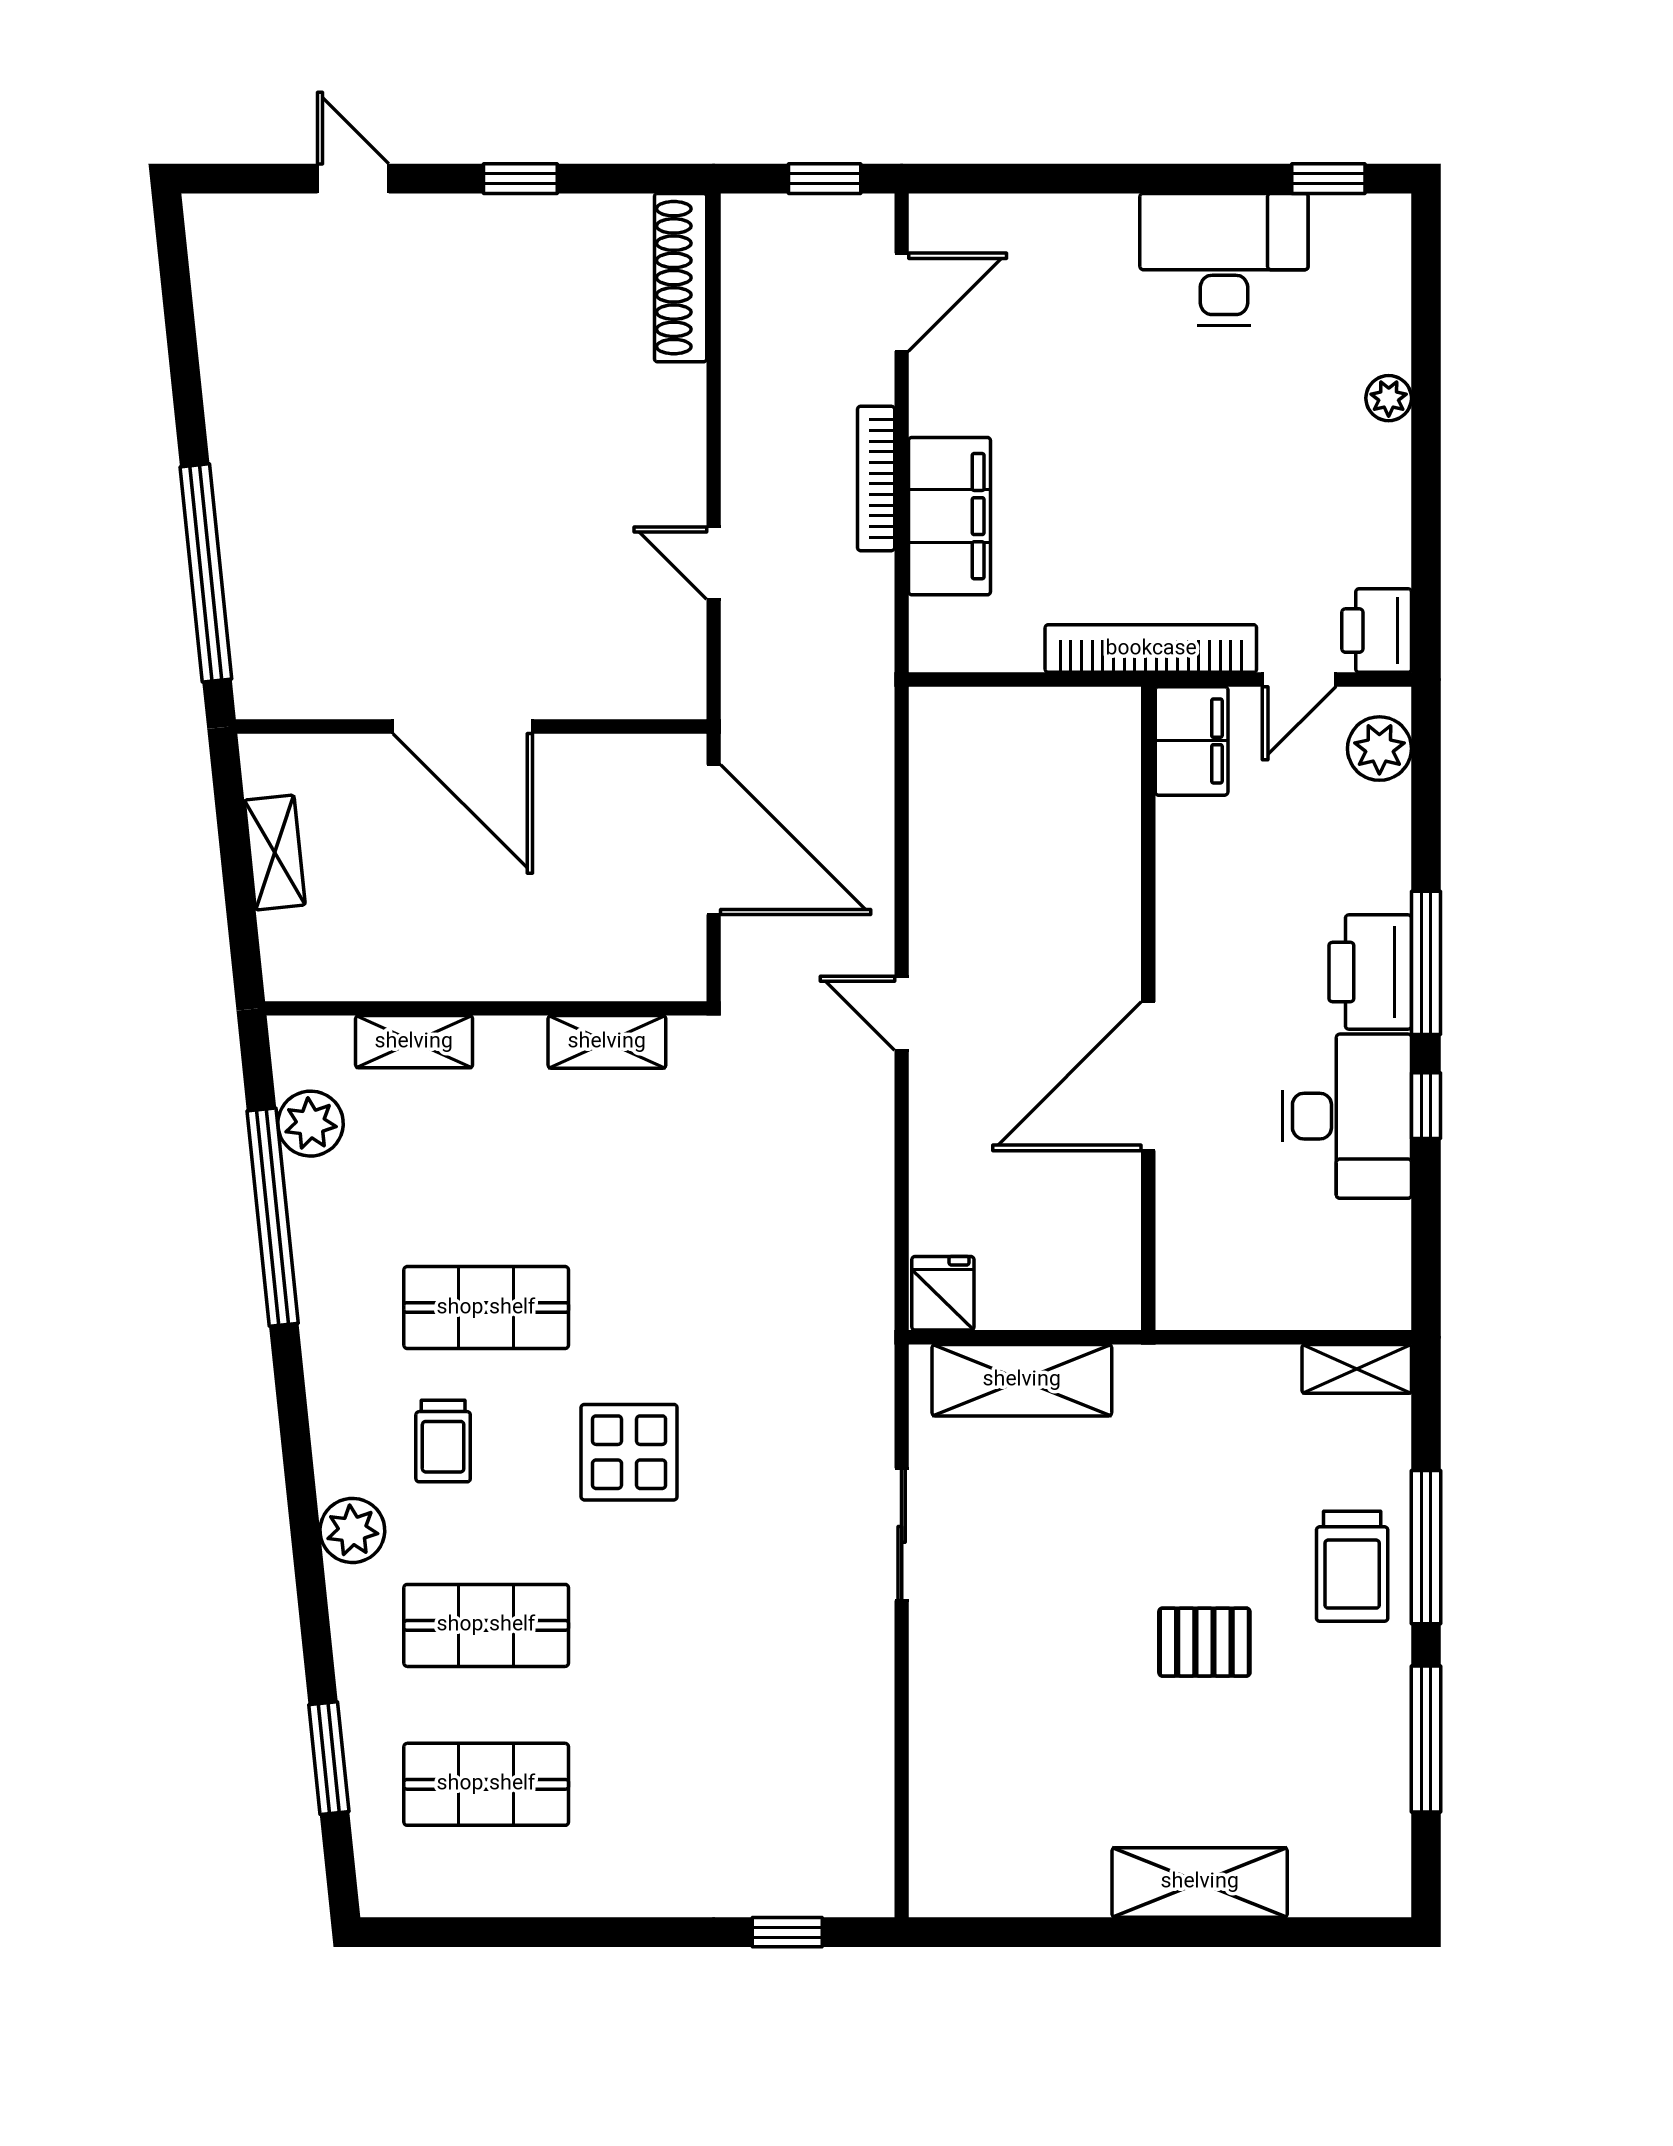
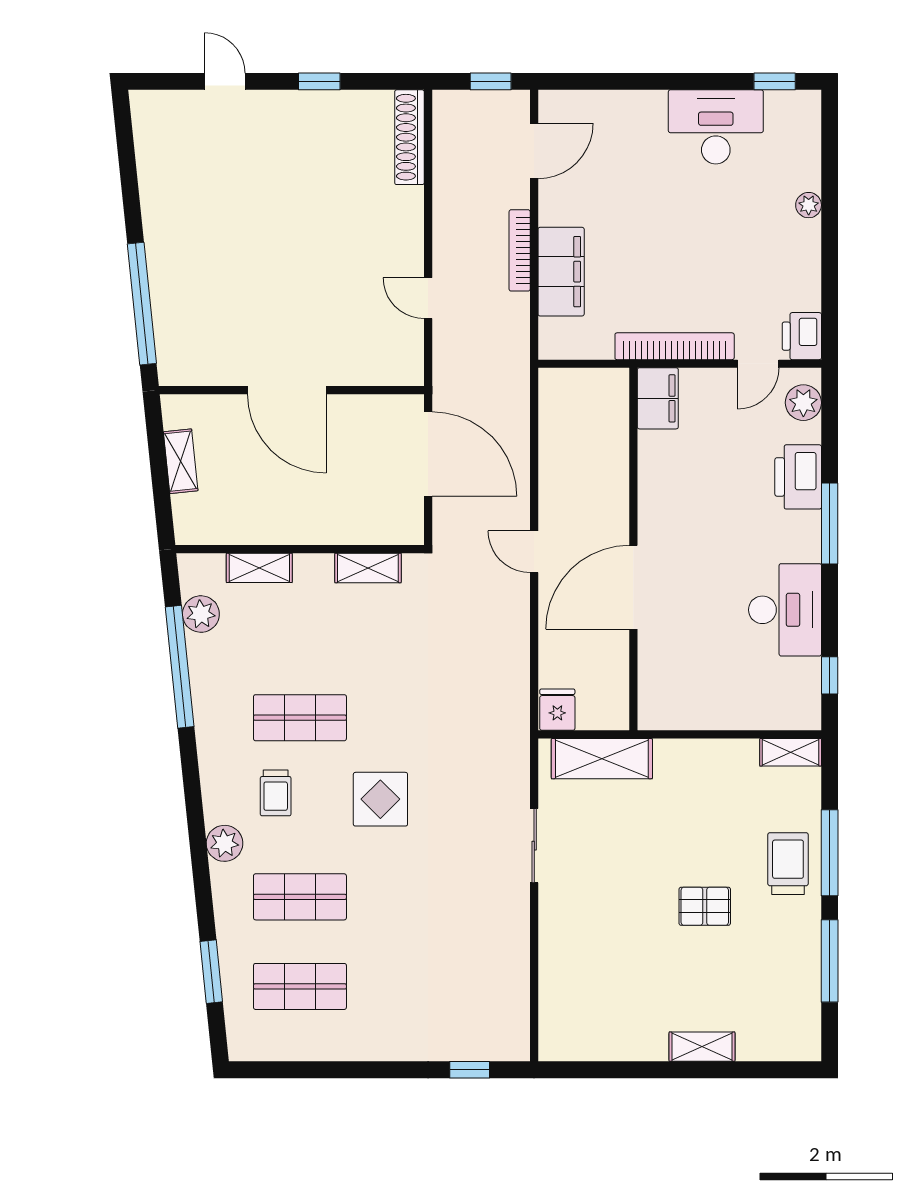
filing cabinet: (1192, 741) -> (658, 398), moved
printer: (1370, 972) -> (798, 477), moved
wall: (1148, 1008) -> (633, 549), moved
door: (1148, 1076) -> (633, 587), moved
window: (1426, 1106) -> (830, 675), moved
trolley: (1352, 1566) -> (788, 864), turned 180
shelving: (1200, 1882) -> (702, 1047), width x0.67, depth x0.75

